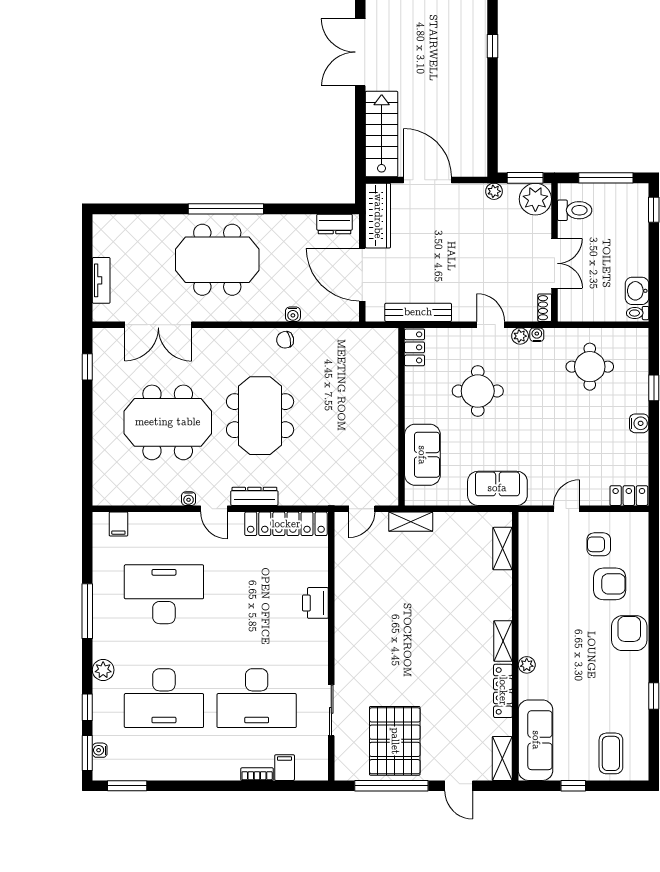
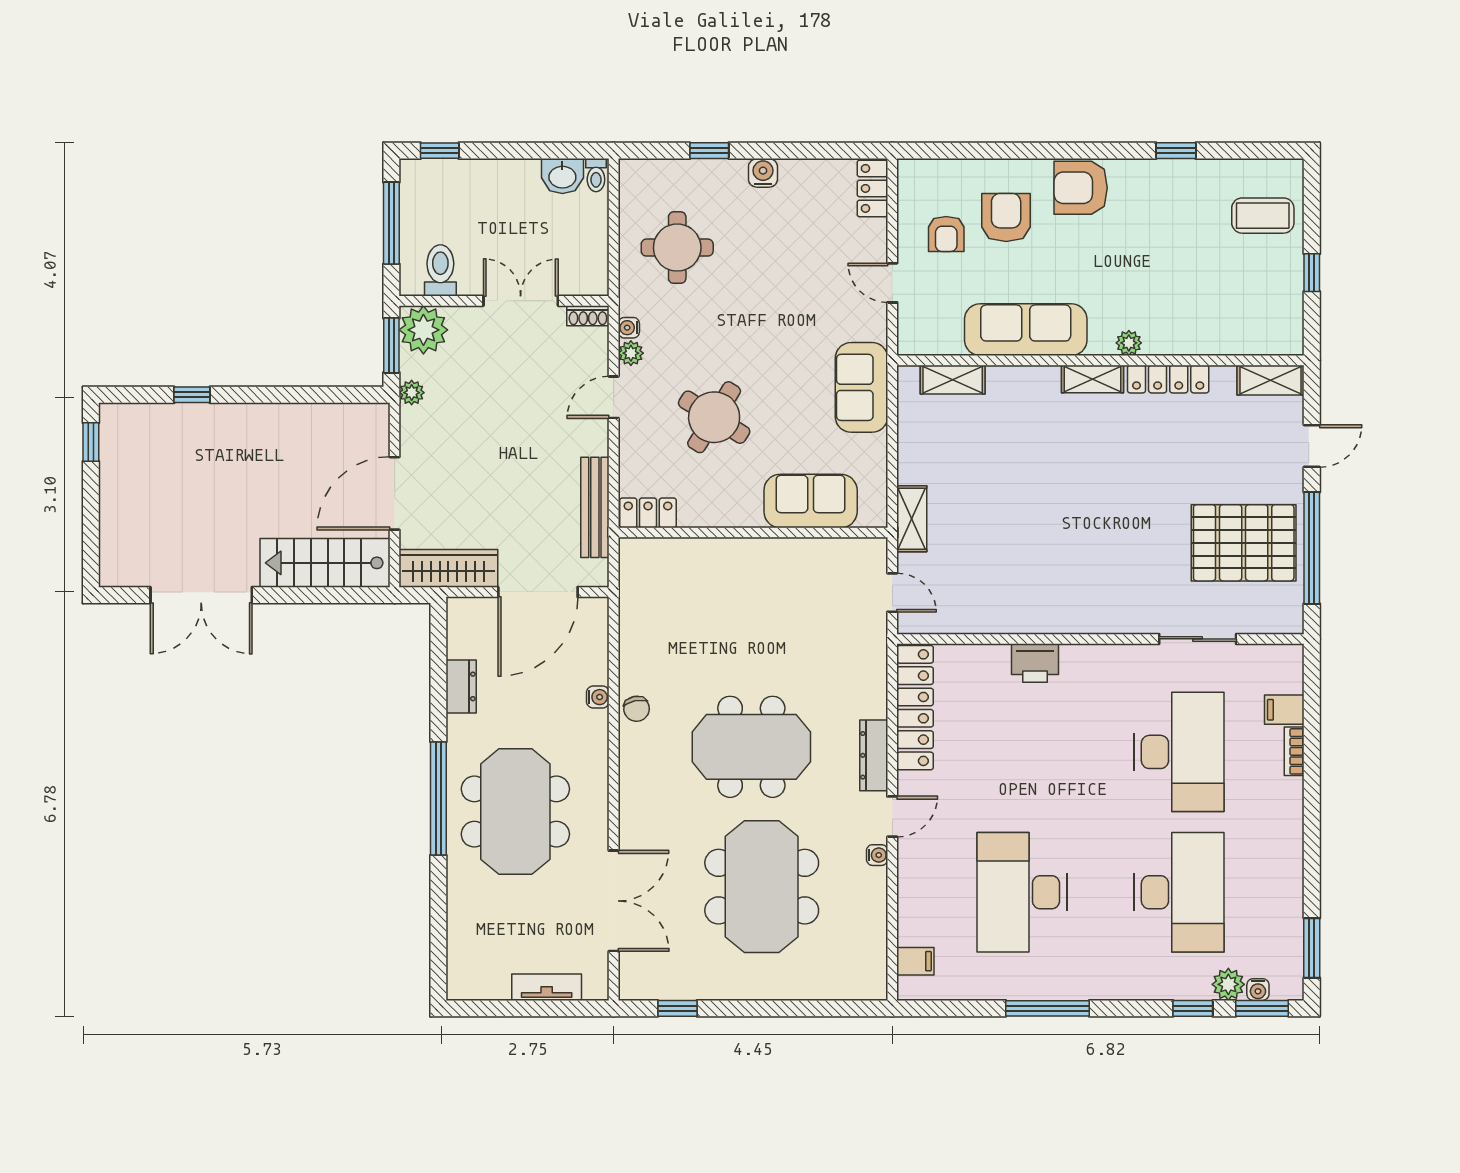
dresser: (335, 224) -> (461, 686), moved
round table: (478, 391) -> (714, 417), turned 32
plant: (103, 670) -> (1228, 984), moved
sofa: (536, 740) -> (1026, 330), moved

